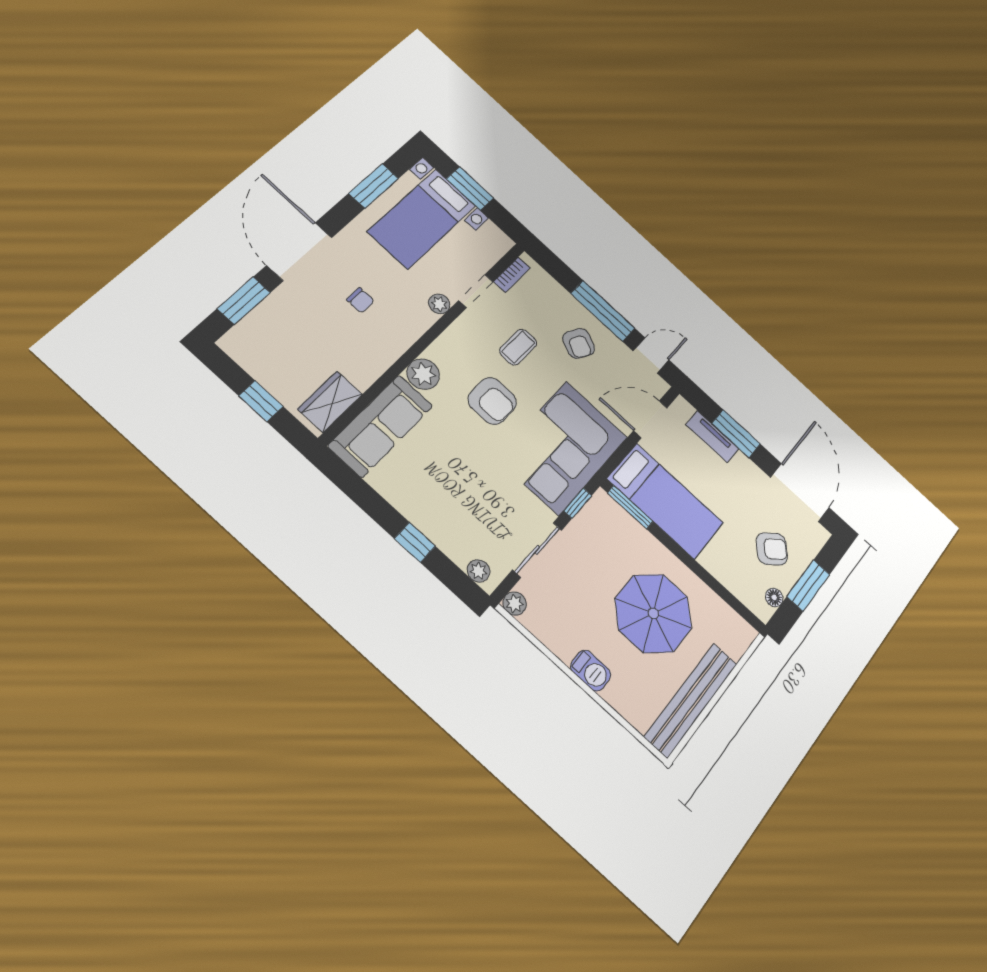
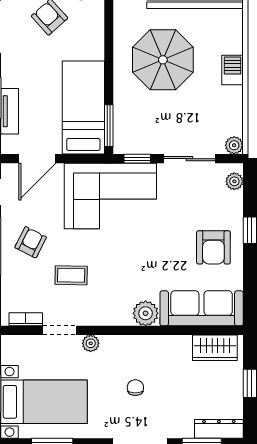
dresser: (246, 331) -> (219, 429), added
armchair: (492, 401) -> (213, 247), moved, turned 180
door: (650, 419) -> (37, 159), hinge flipped

